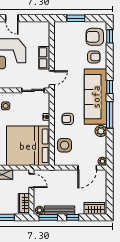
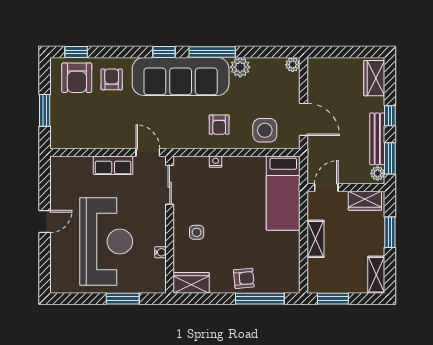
bed: (28, 146) -> (283, 193), width x0.49
door: (87, 168) -> (304, 119), moved

